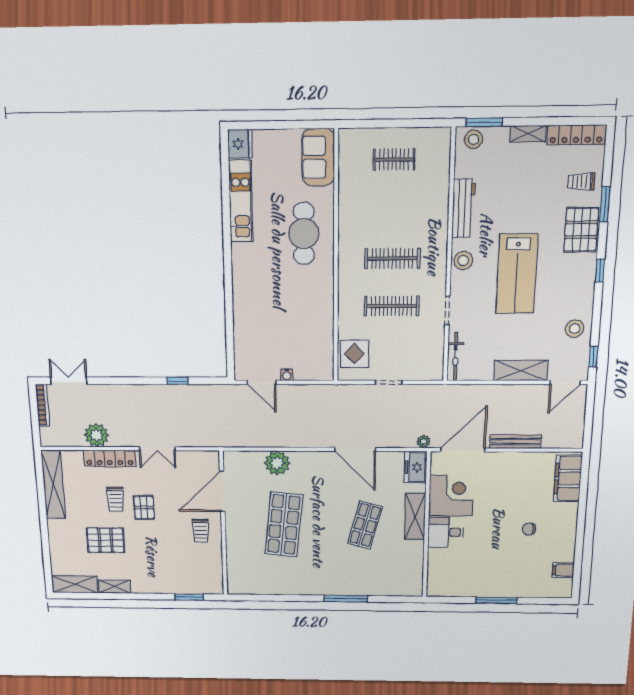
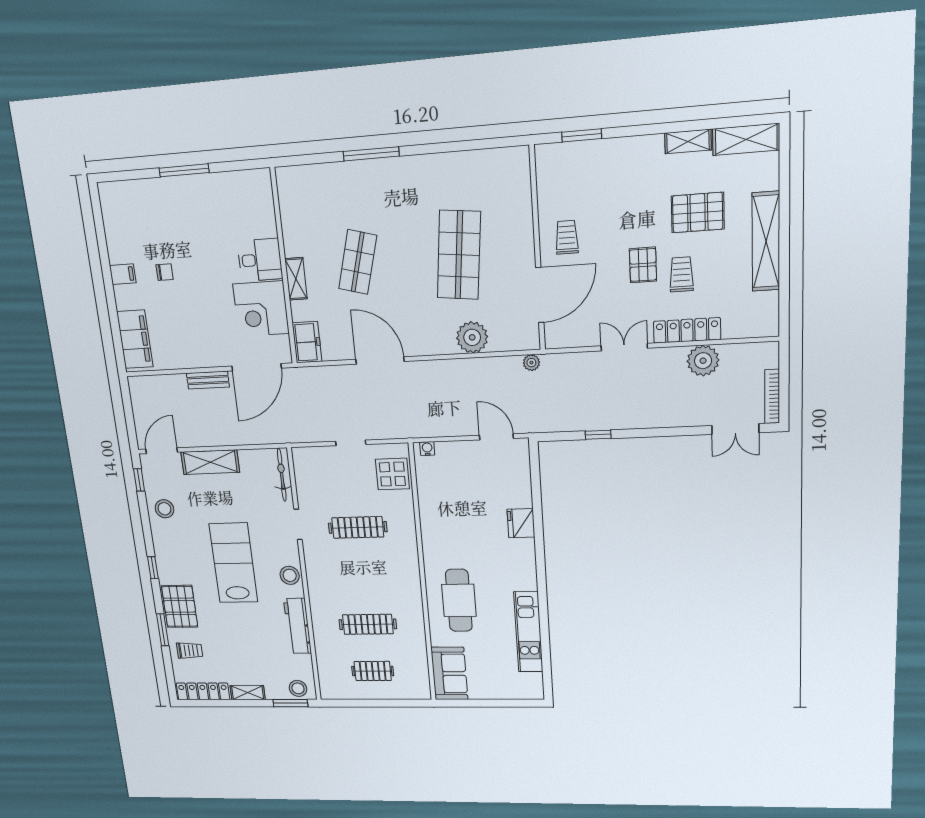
fridge: (240, 144) -> (521, 523), moved
clothes rail: (392, 258) -> (368, 624), moved
water cooler: (287, 375) -> (427, 449), moved
plant: (424, 442) -> (531, 363), moved
bench: (515, 442) -> (208, 380), width x0.73
shelving: (53, 485) -> (766, 242), moved
shelving: (415, 516) -> (296, 279), width x0.67, depth x0.75
filing cabinet: (563, 570) -> (123, 274), moved

